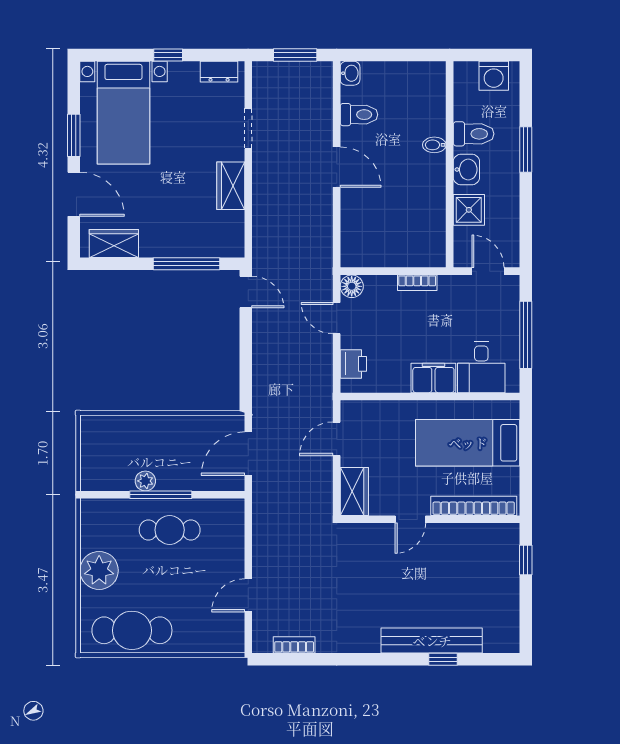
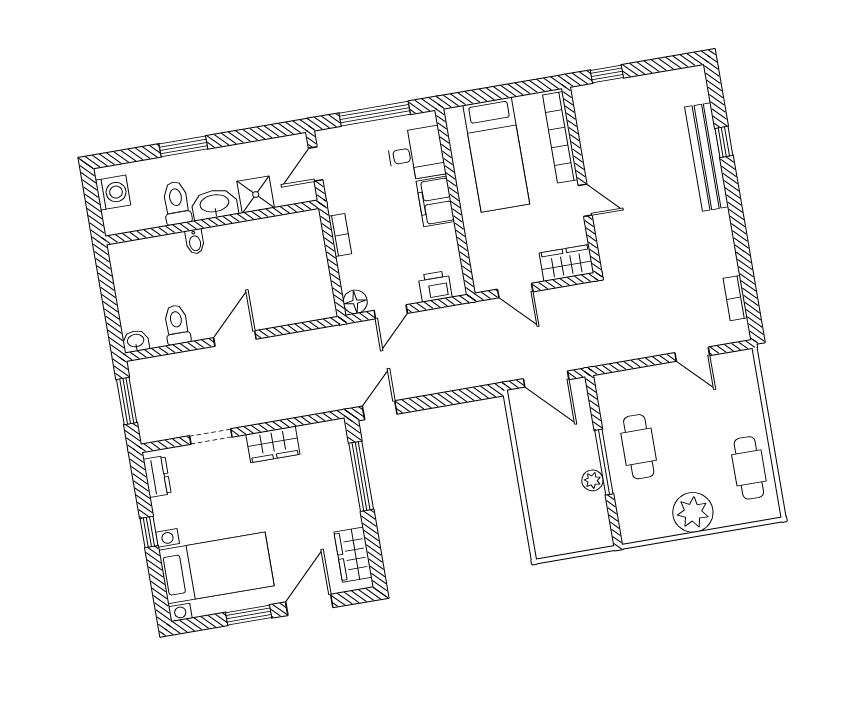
washbasin: (466, 170) -> (215, 204), width x1.38
cafe table: (132, 630) -> (749, 468), width x0.73, depth x0.74

